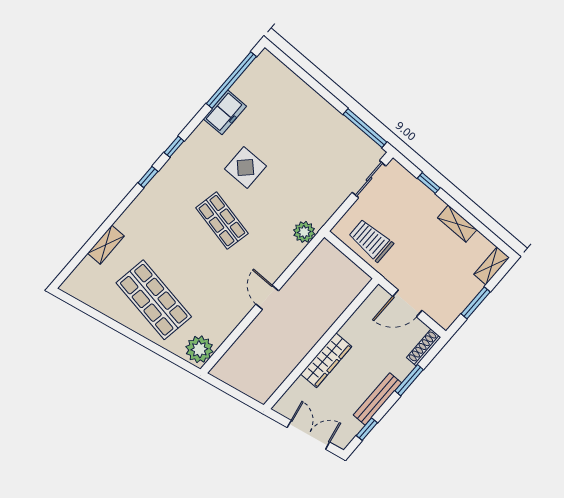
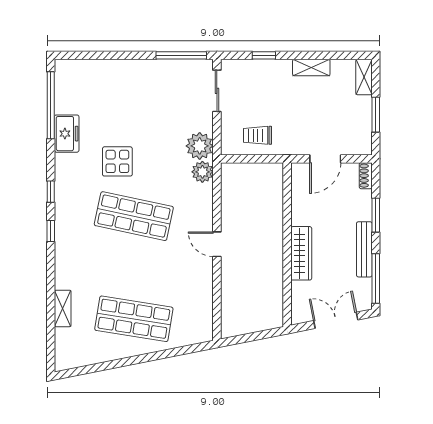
shop shelf: (222, 221) -> (134, 216), width x1.43, depth x1.36
trolley: (371, 240) -> (257, 135), width x0.73, depth x0.72
shoe rack: (424, 347) -> (366, 176), width x0.70
plant: (199, 349) -> (200, 146), moved
window: (367, 429) -> (376, 279), width x2.17

